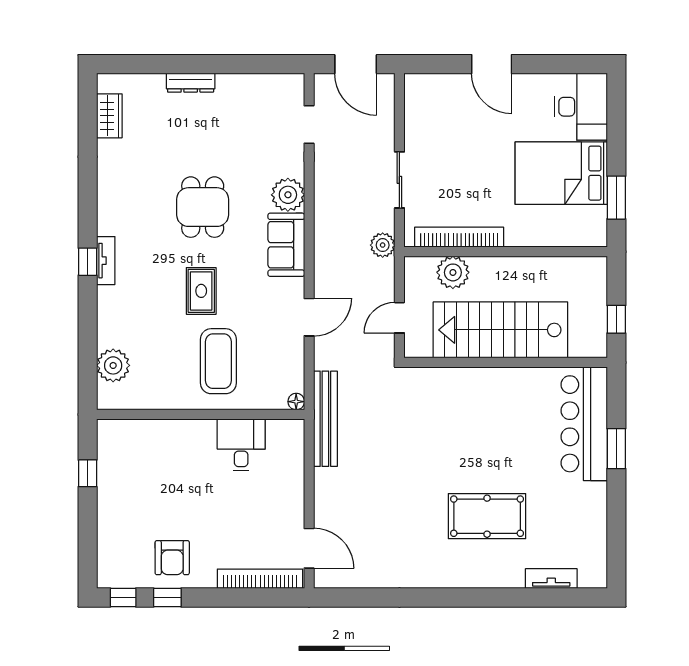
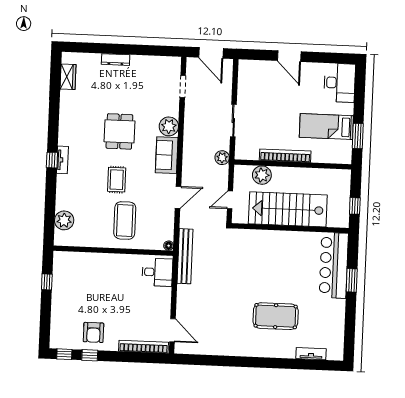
bed: (561, 173) -> (326, 127), width x0.67
bookcase: (459, 237) -> (285, 156), moved
desk: (241, 445) -> (157, 272), moved, turned 90

